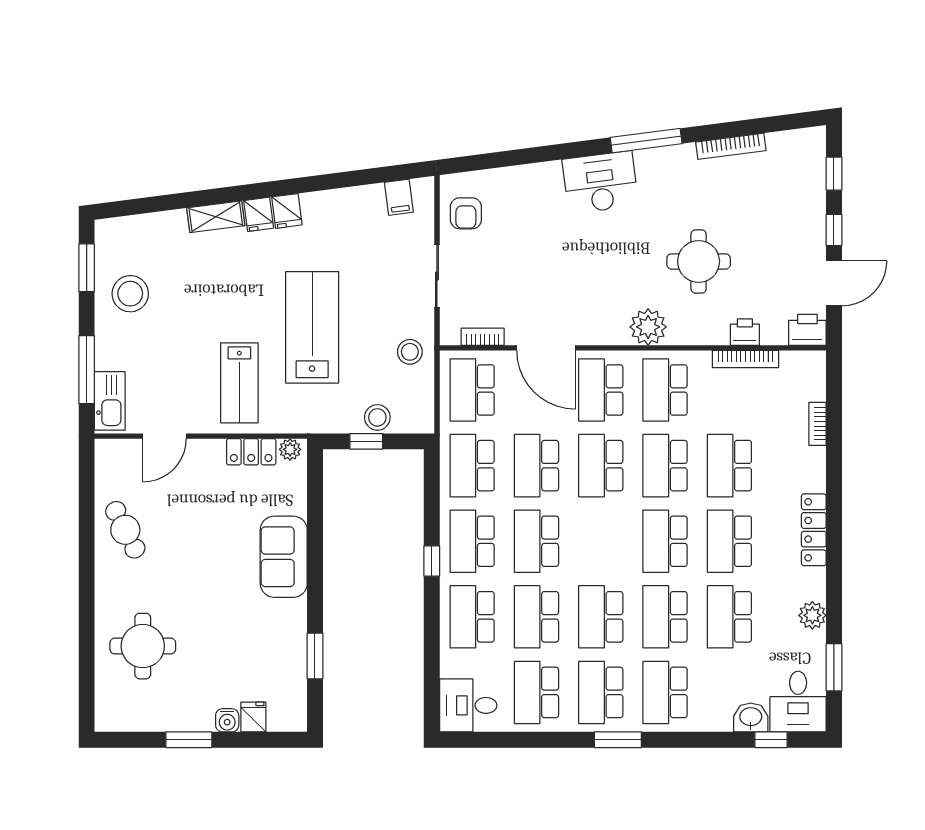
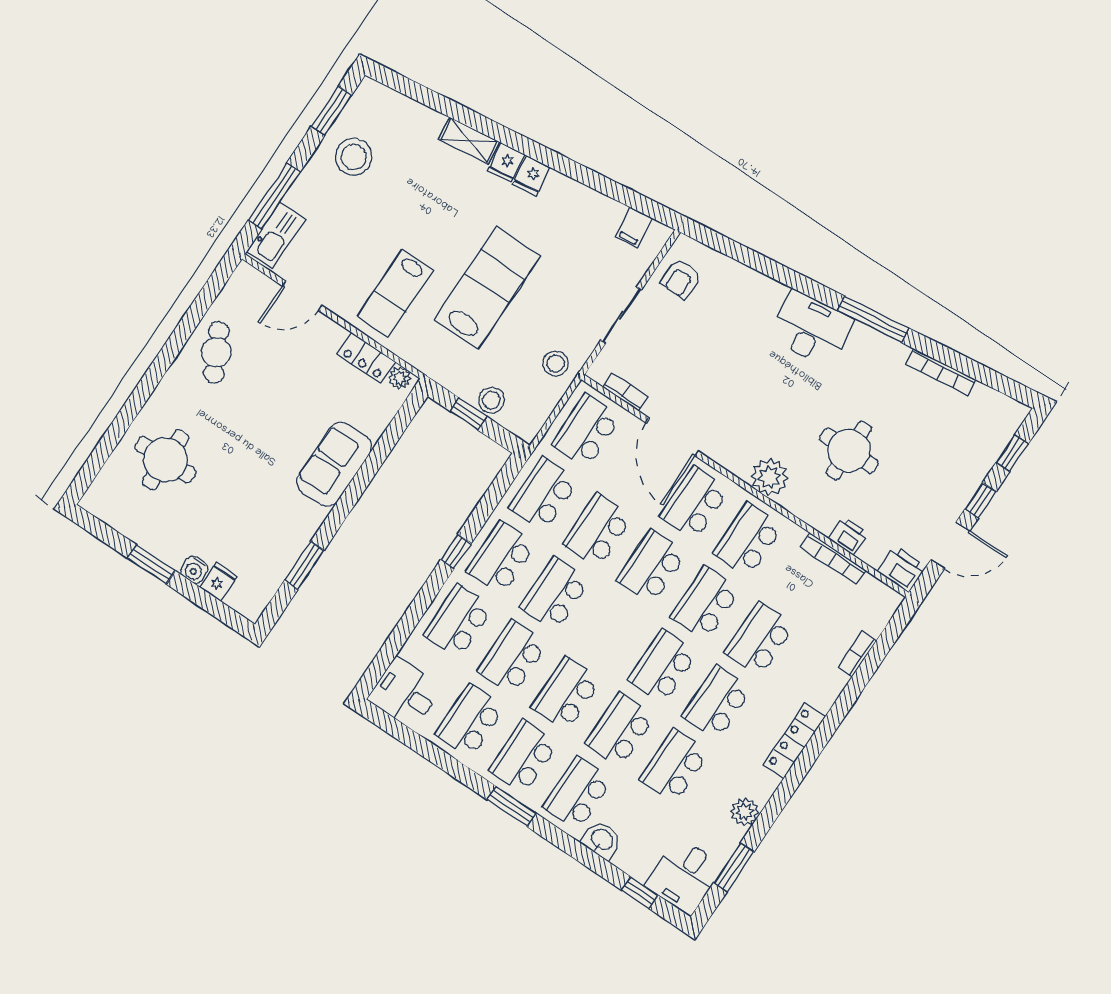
washbasin: (751, 717) -> (602, 840), moved

